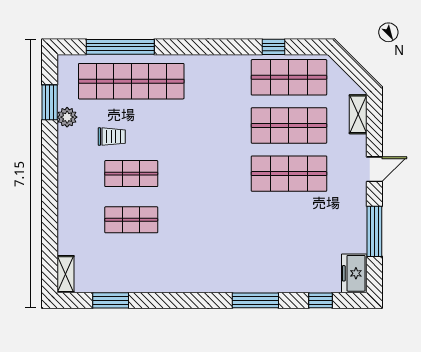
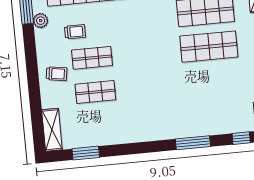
trolley: (82, 190) -> (57, 74), added
shelving: (65, 274) -> (52, 130), width x1.50, depth x1.33

